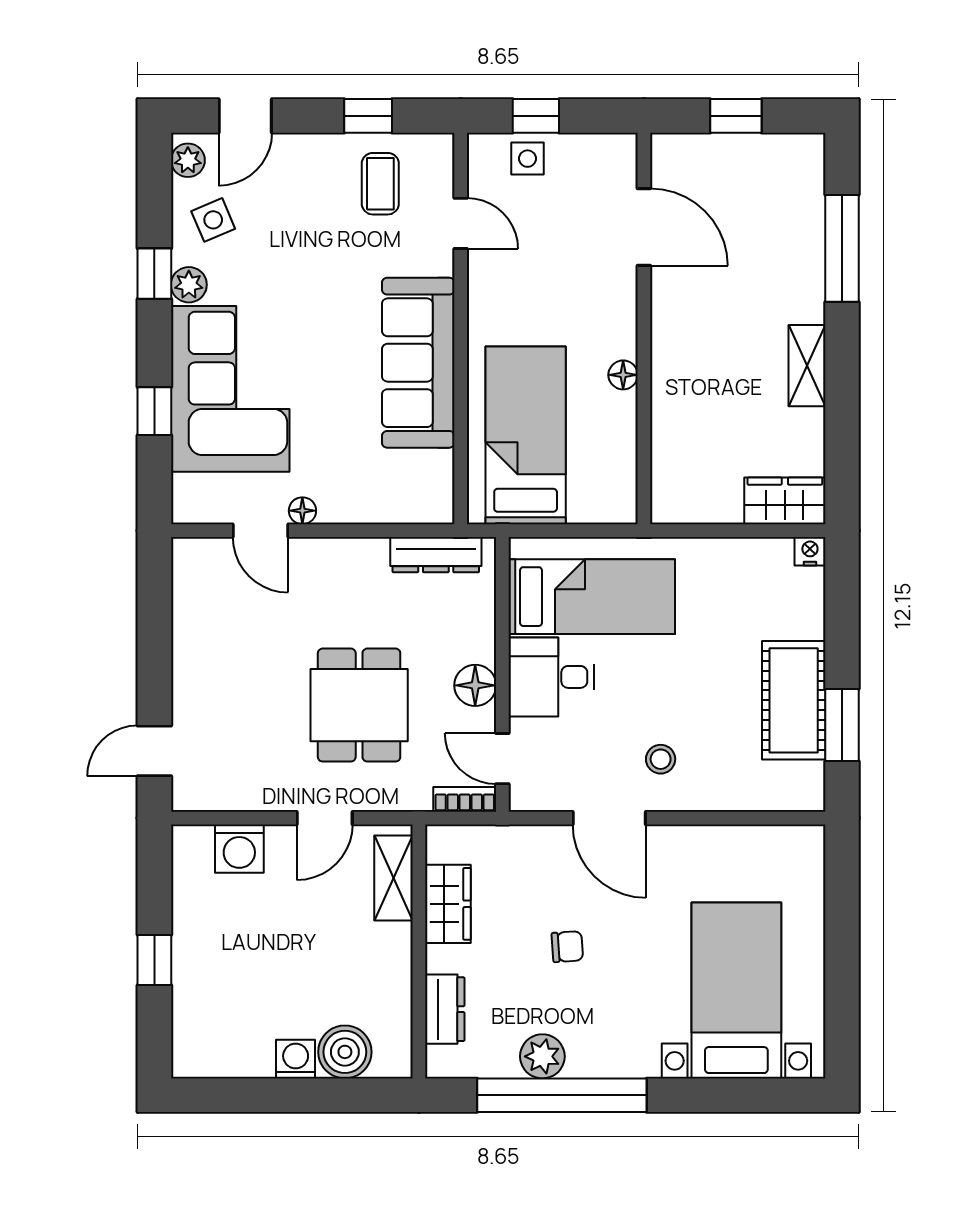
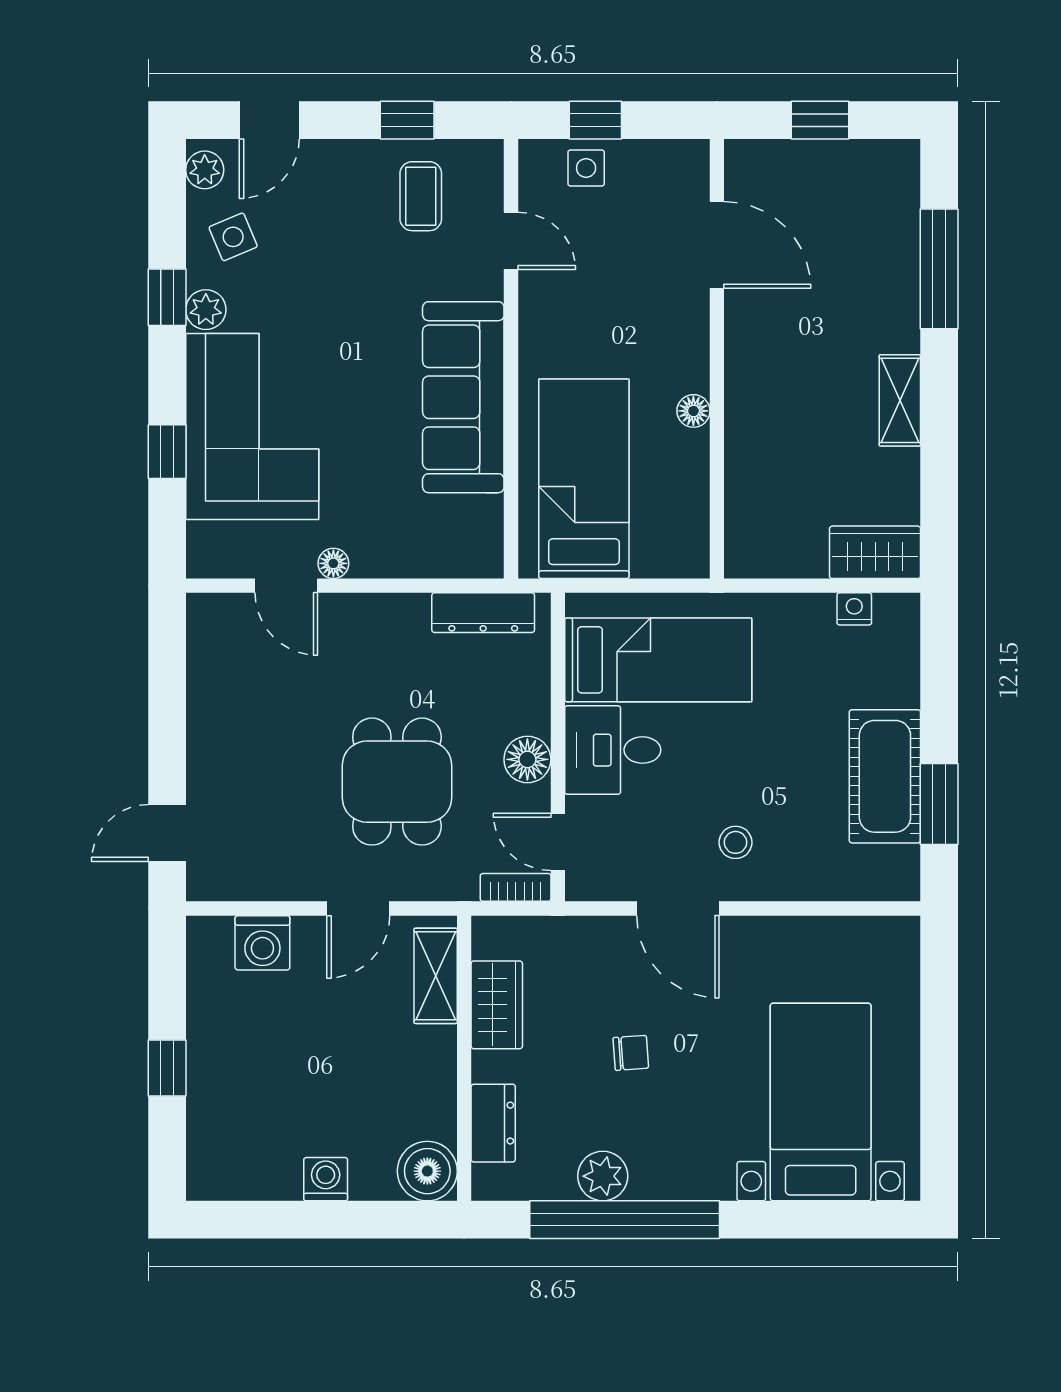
nightstand: (810, 551) -> (854, 609), moved
boiler: (345, 1052) -> (427, 1171), moved

